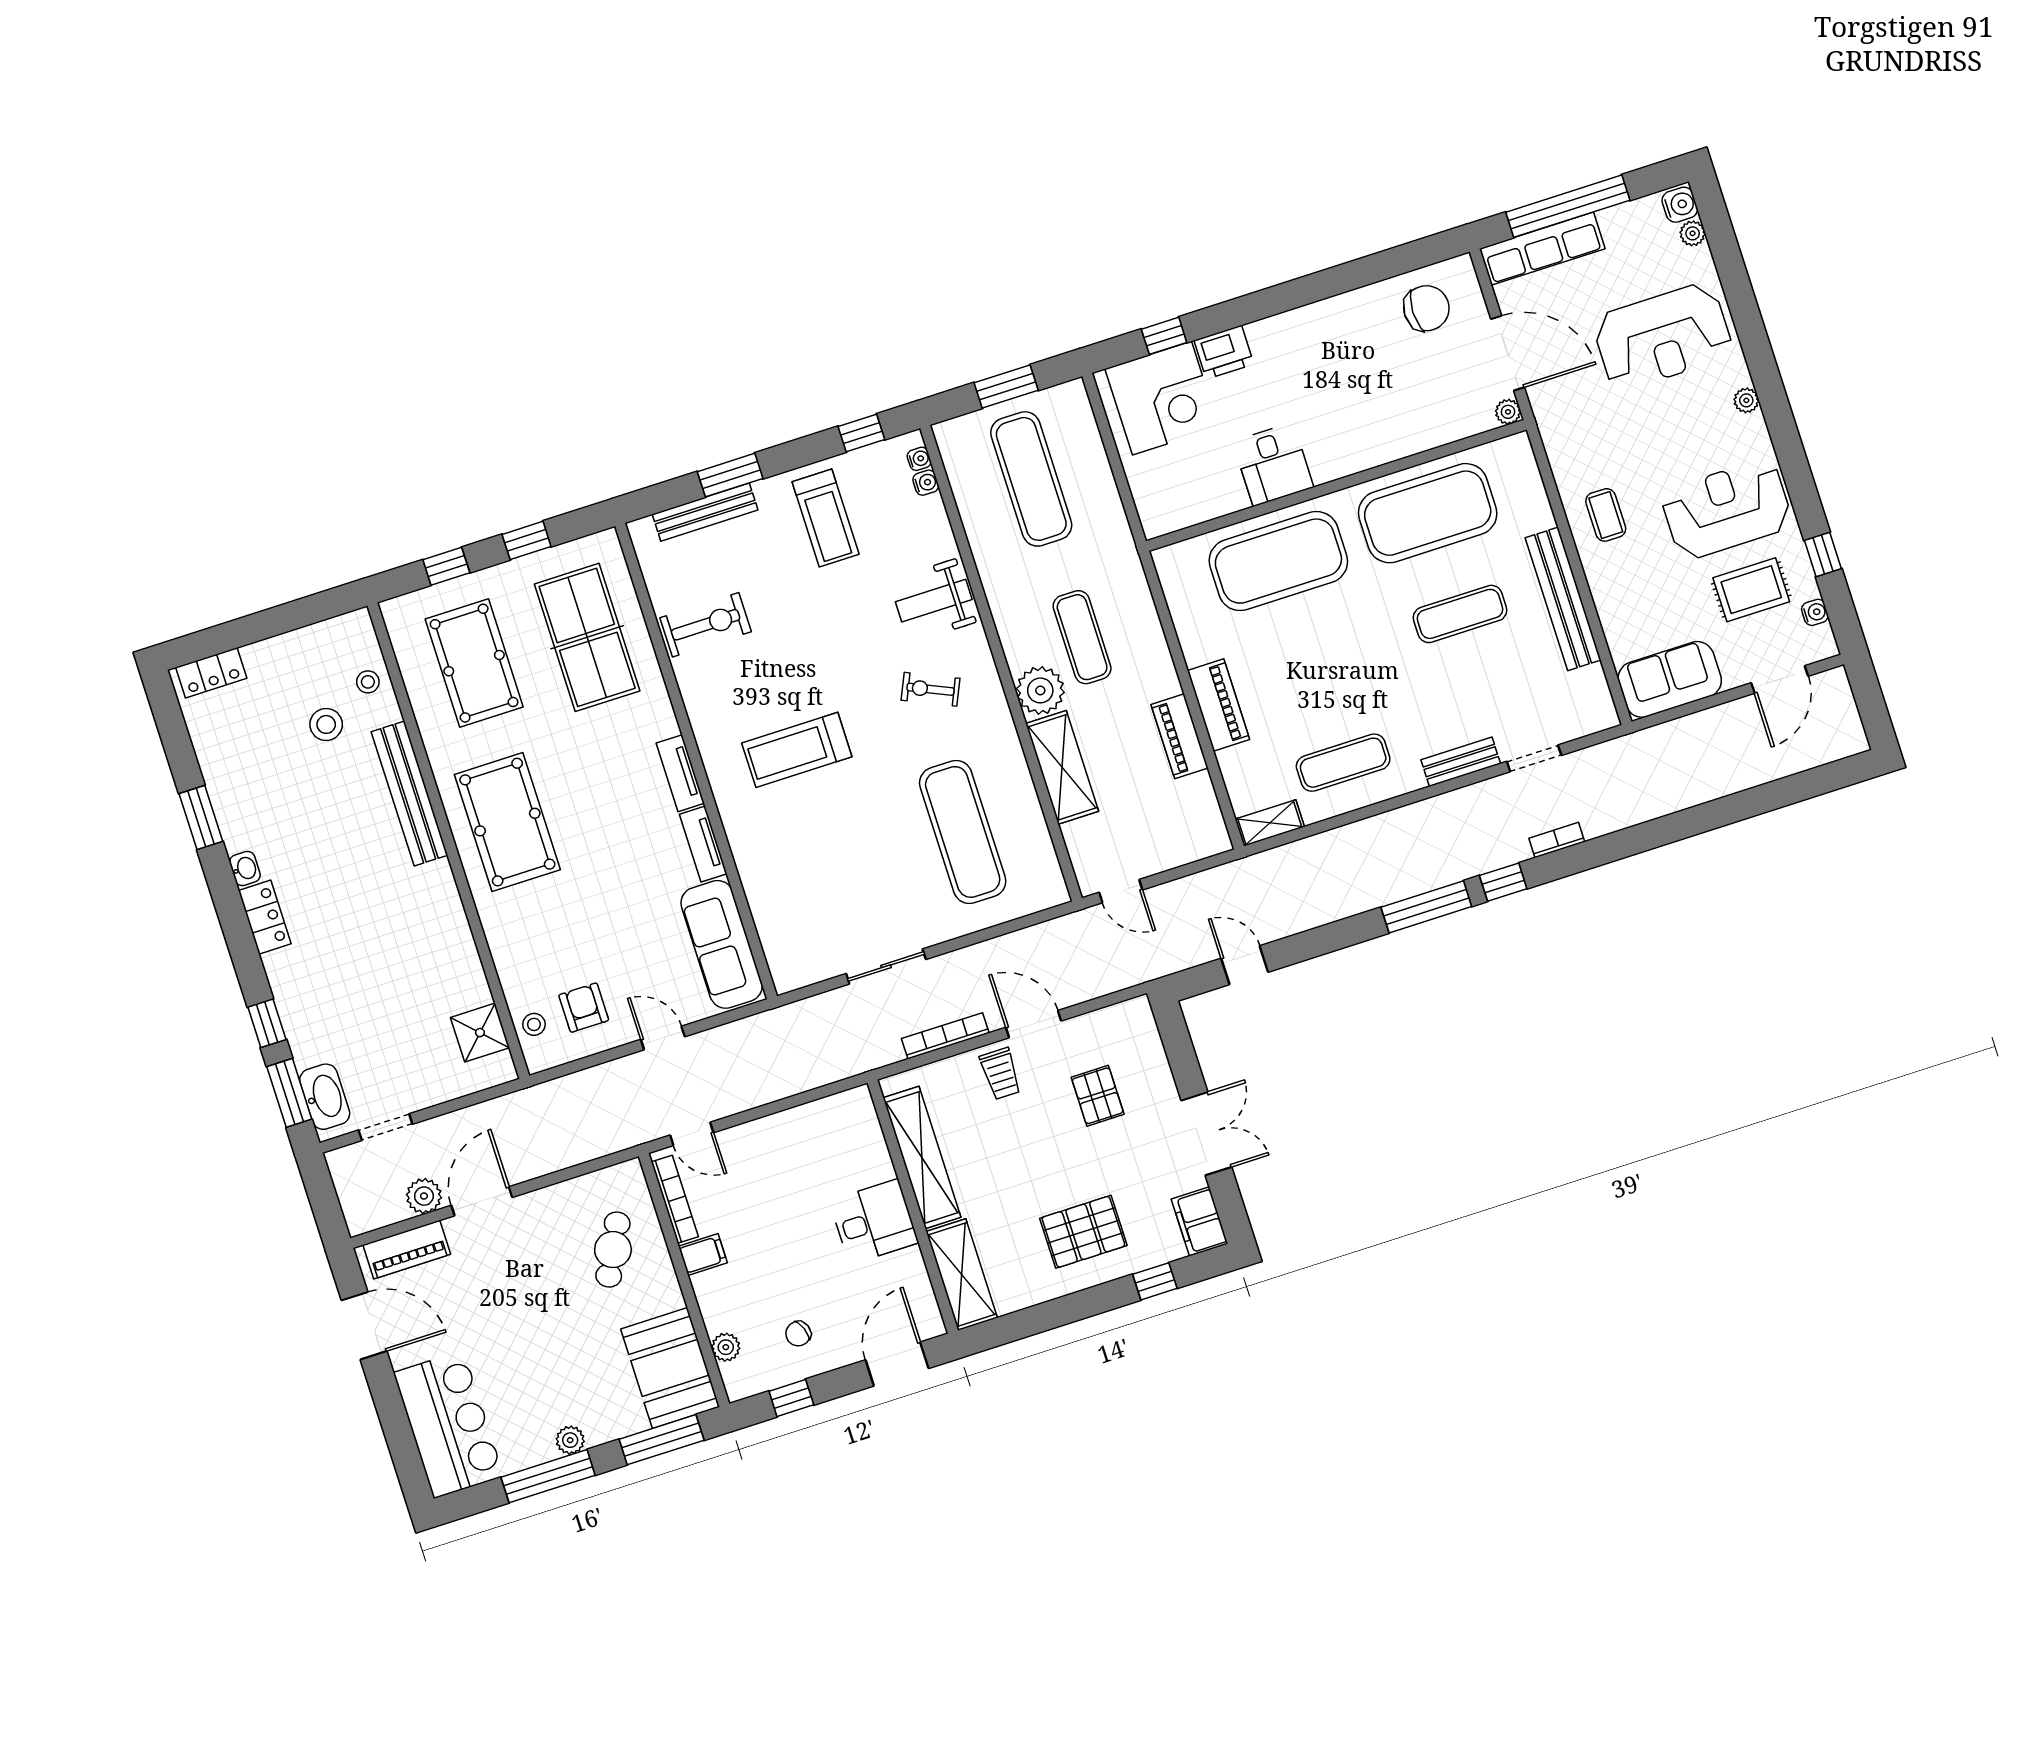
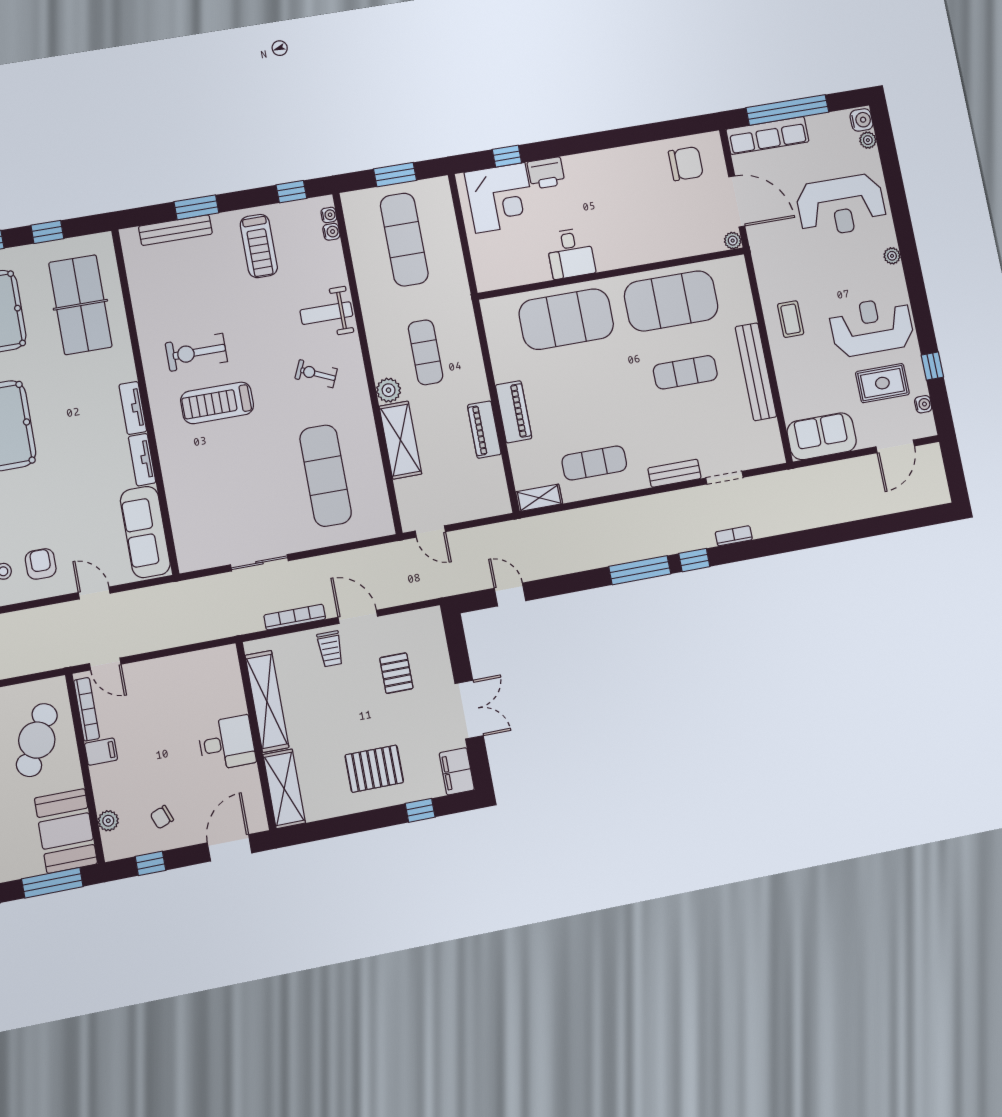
exercise bike: (706, 625) -> (196, 352), moved, turned 180
plant: (1040, 690) -> (389, 390), width x0.73, depth x0.73
cafe table: (613, 1250) -> (37, 740), width x1.37, depth x1.35

